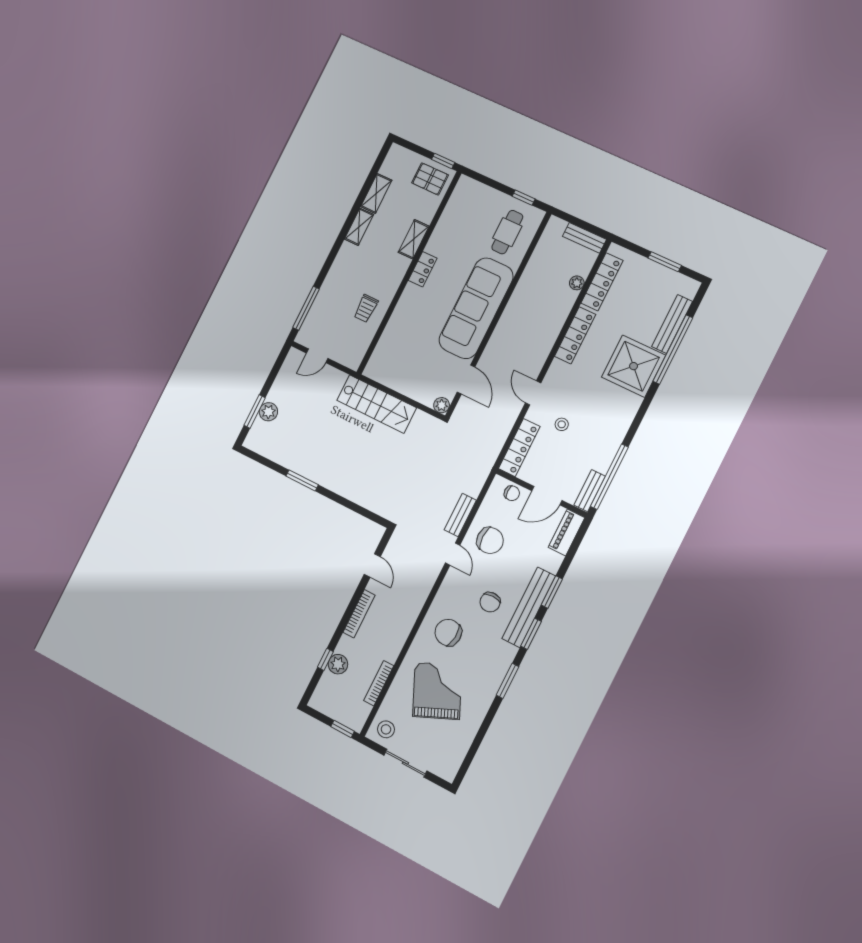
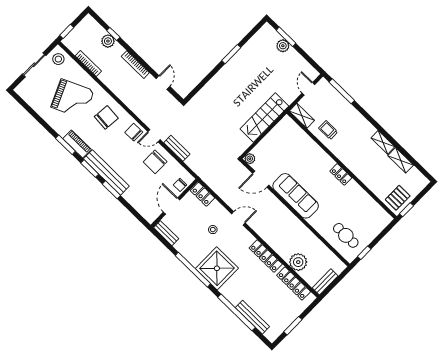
shelving: (414, 239) -> (302, 116), moved
plant: (577, 283) -> (298, 262), width x1.88, depth x1.88
sofa: (476, 308) -> (296, 196), width x0.74, depth x0.79
shower: (634, 366) -> (217, 268), moved
locker: (519, 448) -> (203, 194), width x0.66
window: (609, 477) -> (193, 270), moved
piano: (566, 532) -> (77, 144), moved
door: (372, 565) -> (163, 83), swing flipped
chair: (490, 602) -> (134, 132), moved

